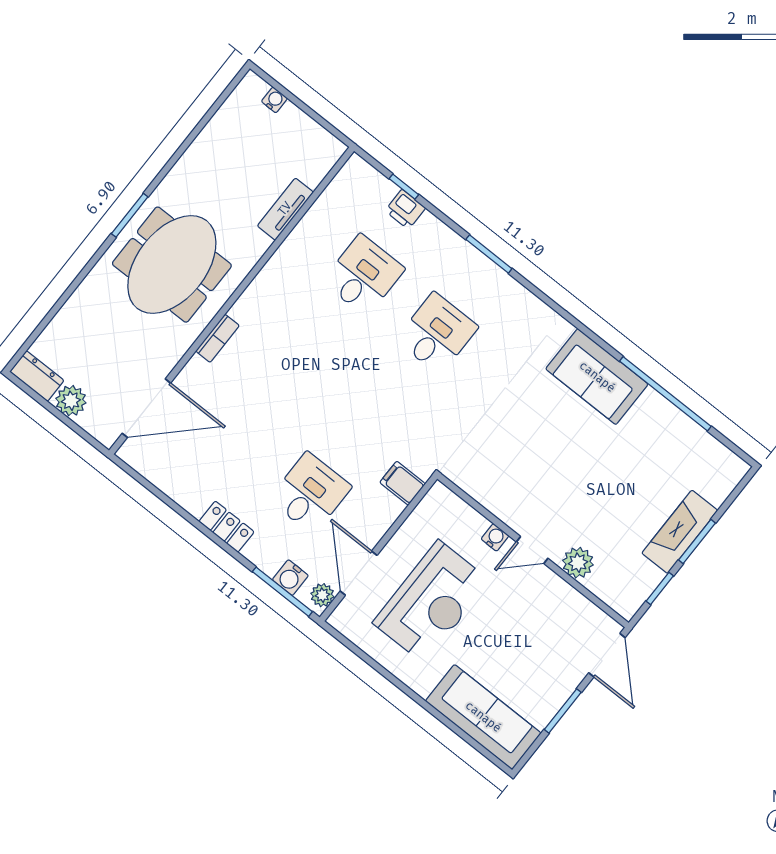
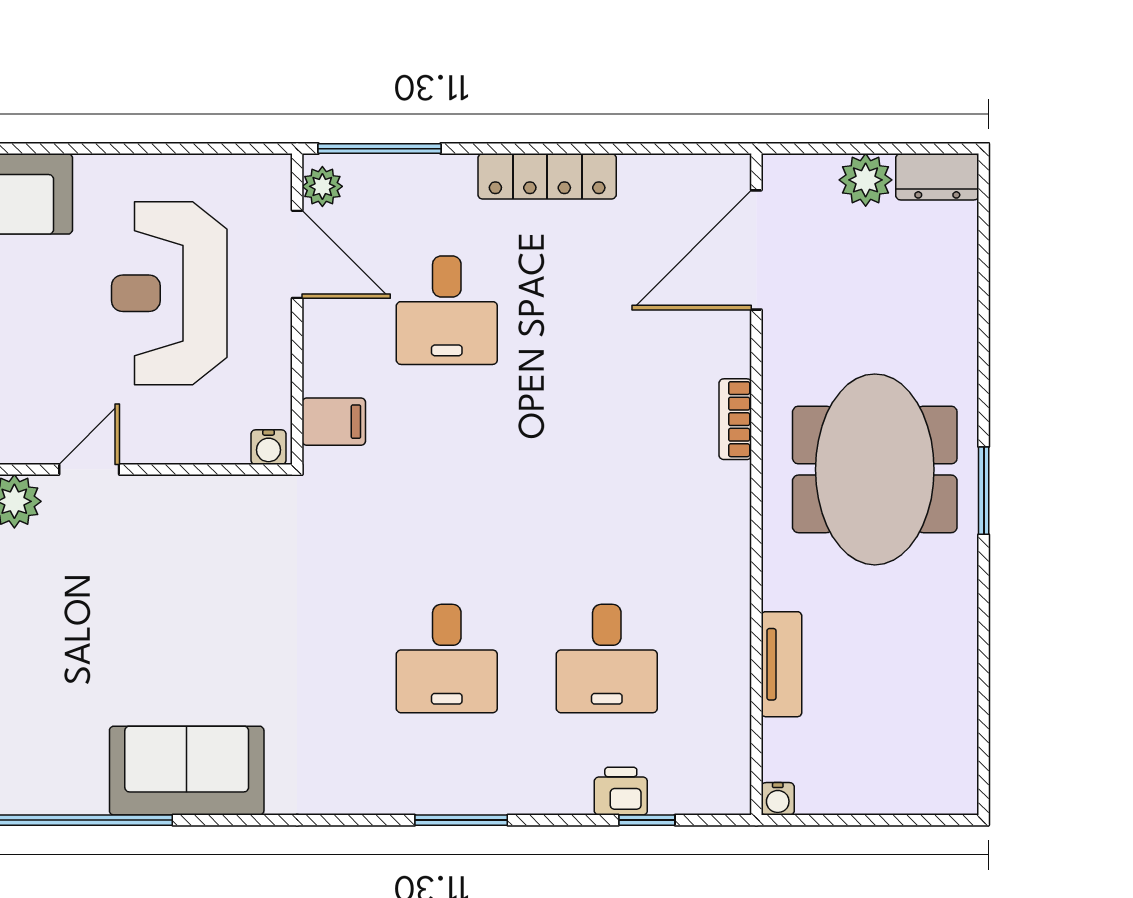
water cooler: (274, 100) -> (778, 799), moved
locker: (226, 527) -> (547, 176), width x1.53
water cooler: (495, 537) -> (269, 447), moved
water cooler: (290, 578) -> (384, 176), removed

